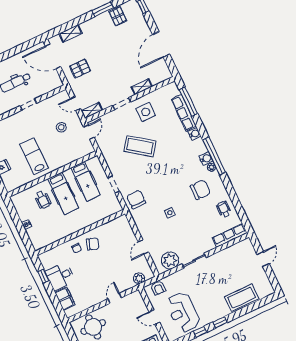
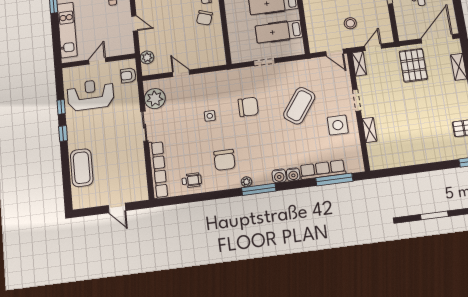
door: (161, 44) -> (414, 169), removed
pallet: (80, 68) -> (413, 65), width x1.50, depth x1.42
window: (214, 156) -> (259, 189), width x0.68
water cooler: (206, 159) -> (279, 176), moved
chair: (136, 199) -> (248, 107), moved
row of seats: (230, 235) -> (158, 170), width x1.36

